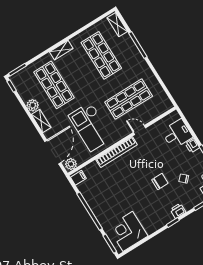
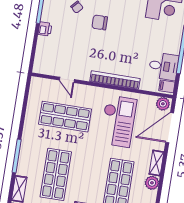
door: (140, 130) -> (67, 80), moved
desk: (177, 134) -> (164, 66), moved, turned 180

